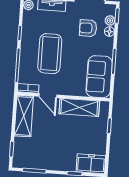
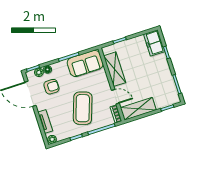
armchair: (88, 28) -> (51, 87), turned -90
coffee table: (50, 54) -> (83, 108), turned -71
door: (48, 96) -> (115, 97), hinge flipped

